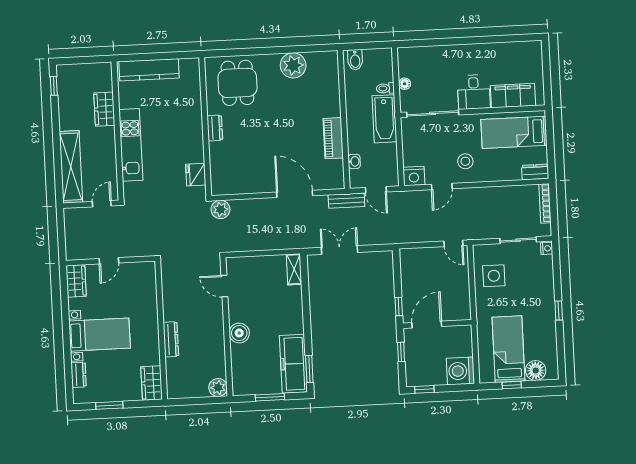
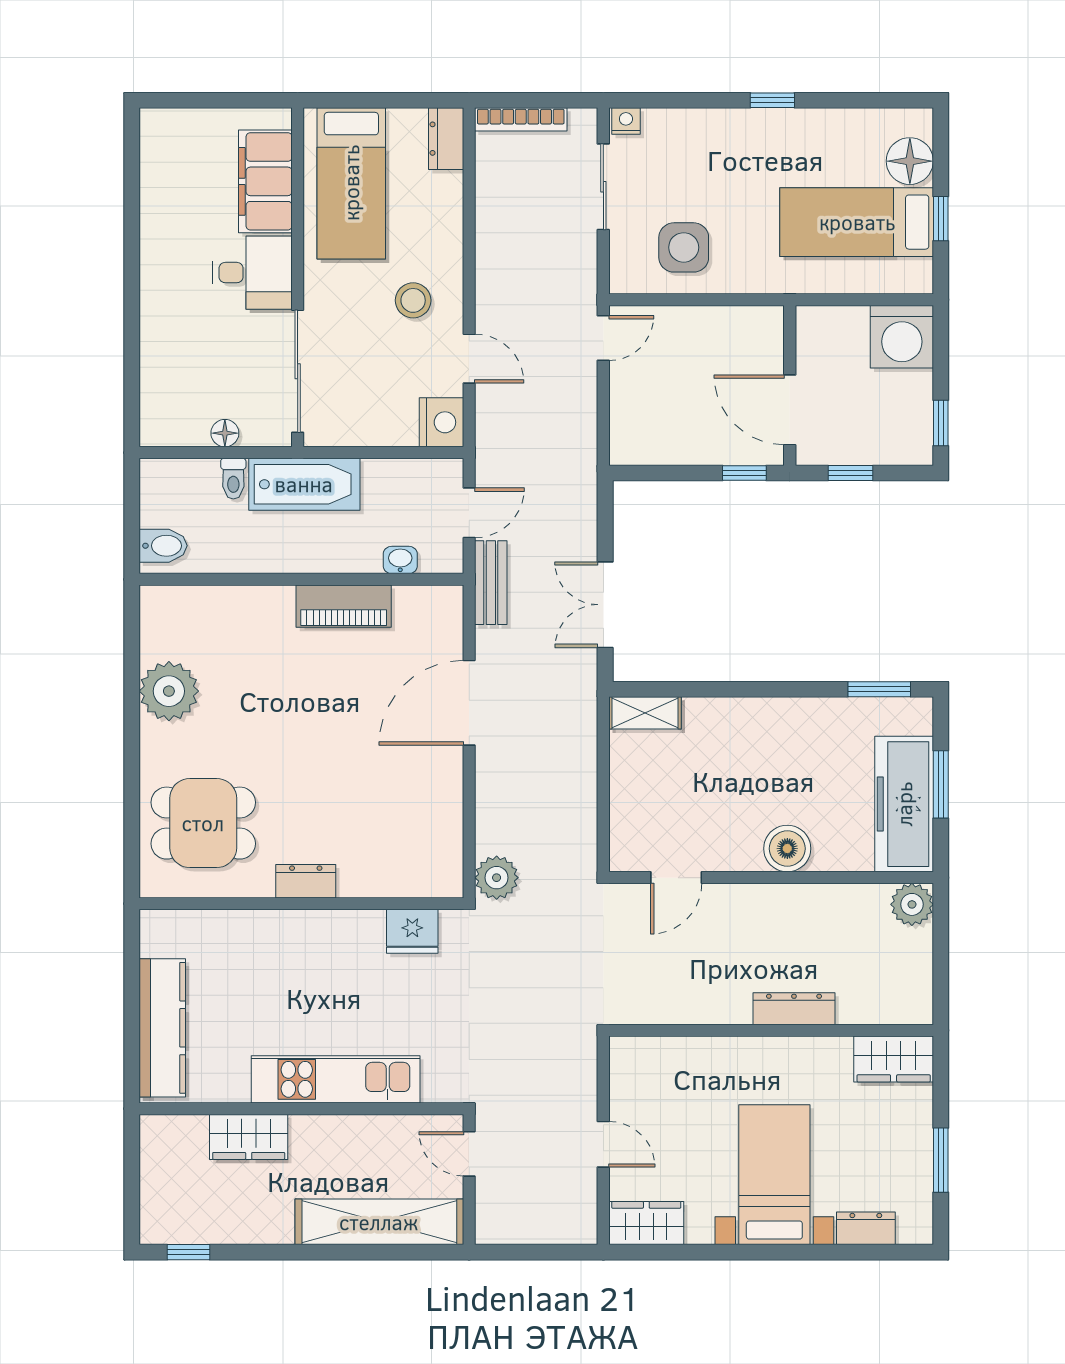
freezer: (293, 364) -> (904, 804), moved, turned 90

